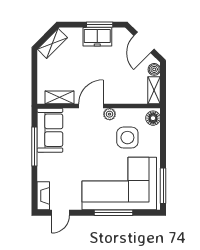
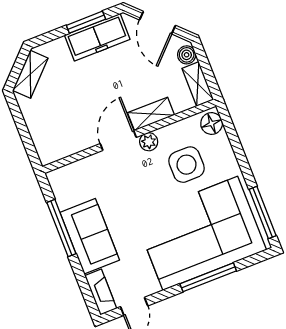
freezer: (97, 37) -> (97, 37), width x1.40
shelving: (59, 97) -> (151, 114), moved
sofa: (50, 130) -> (90, 236), moved

